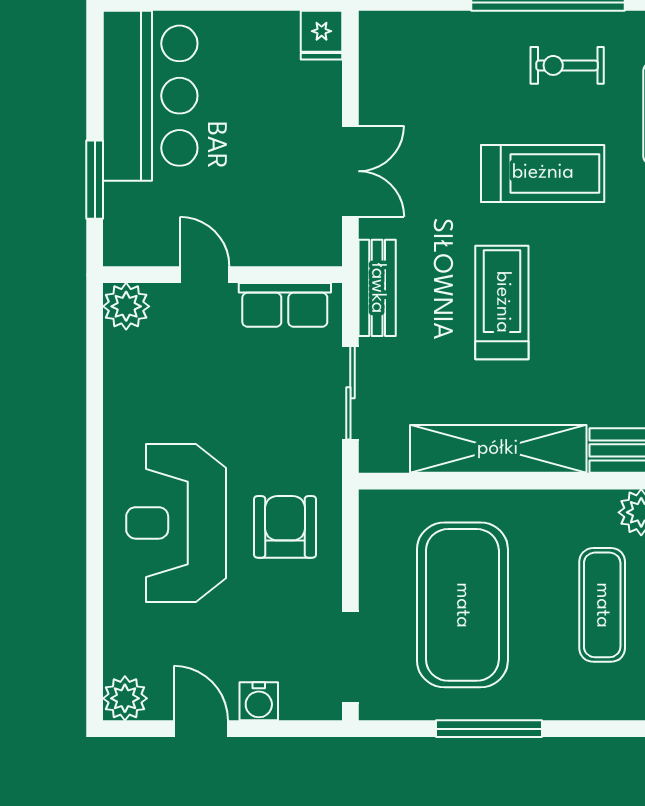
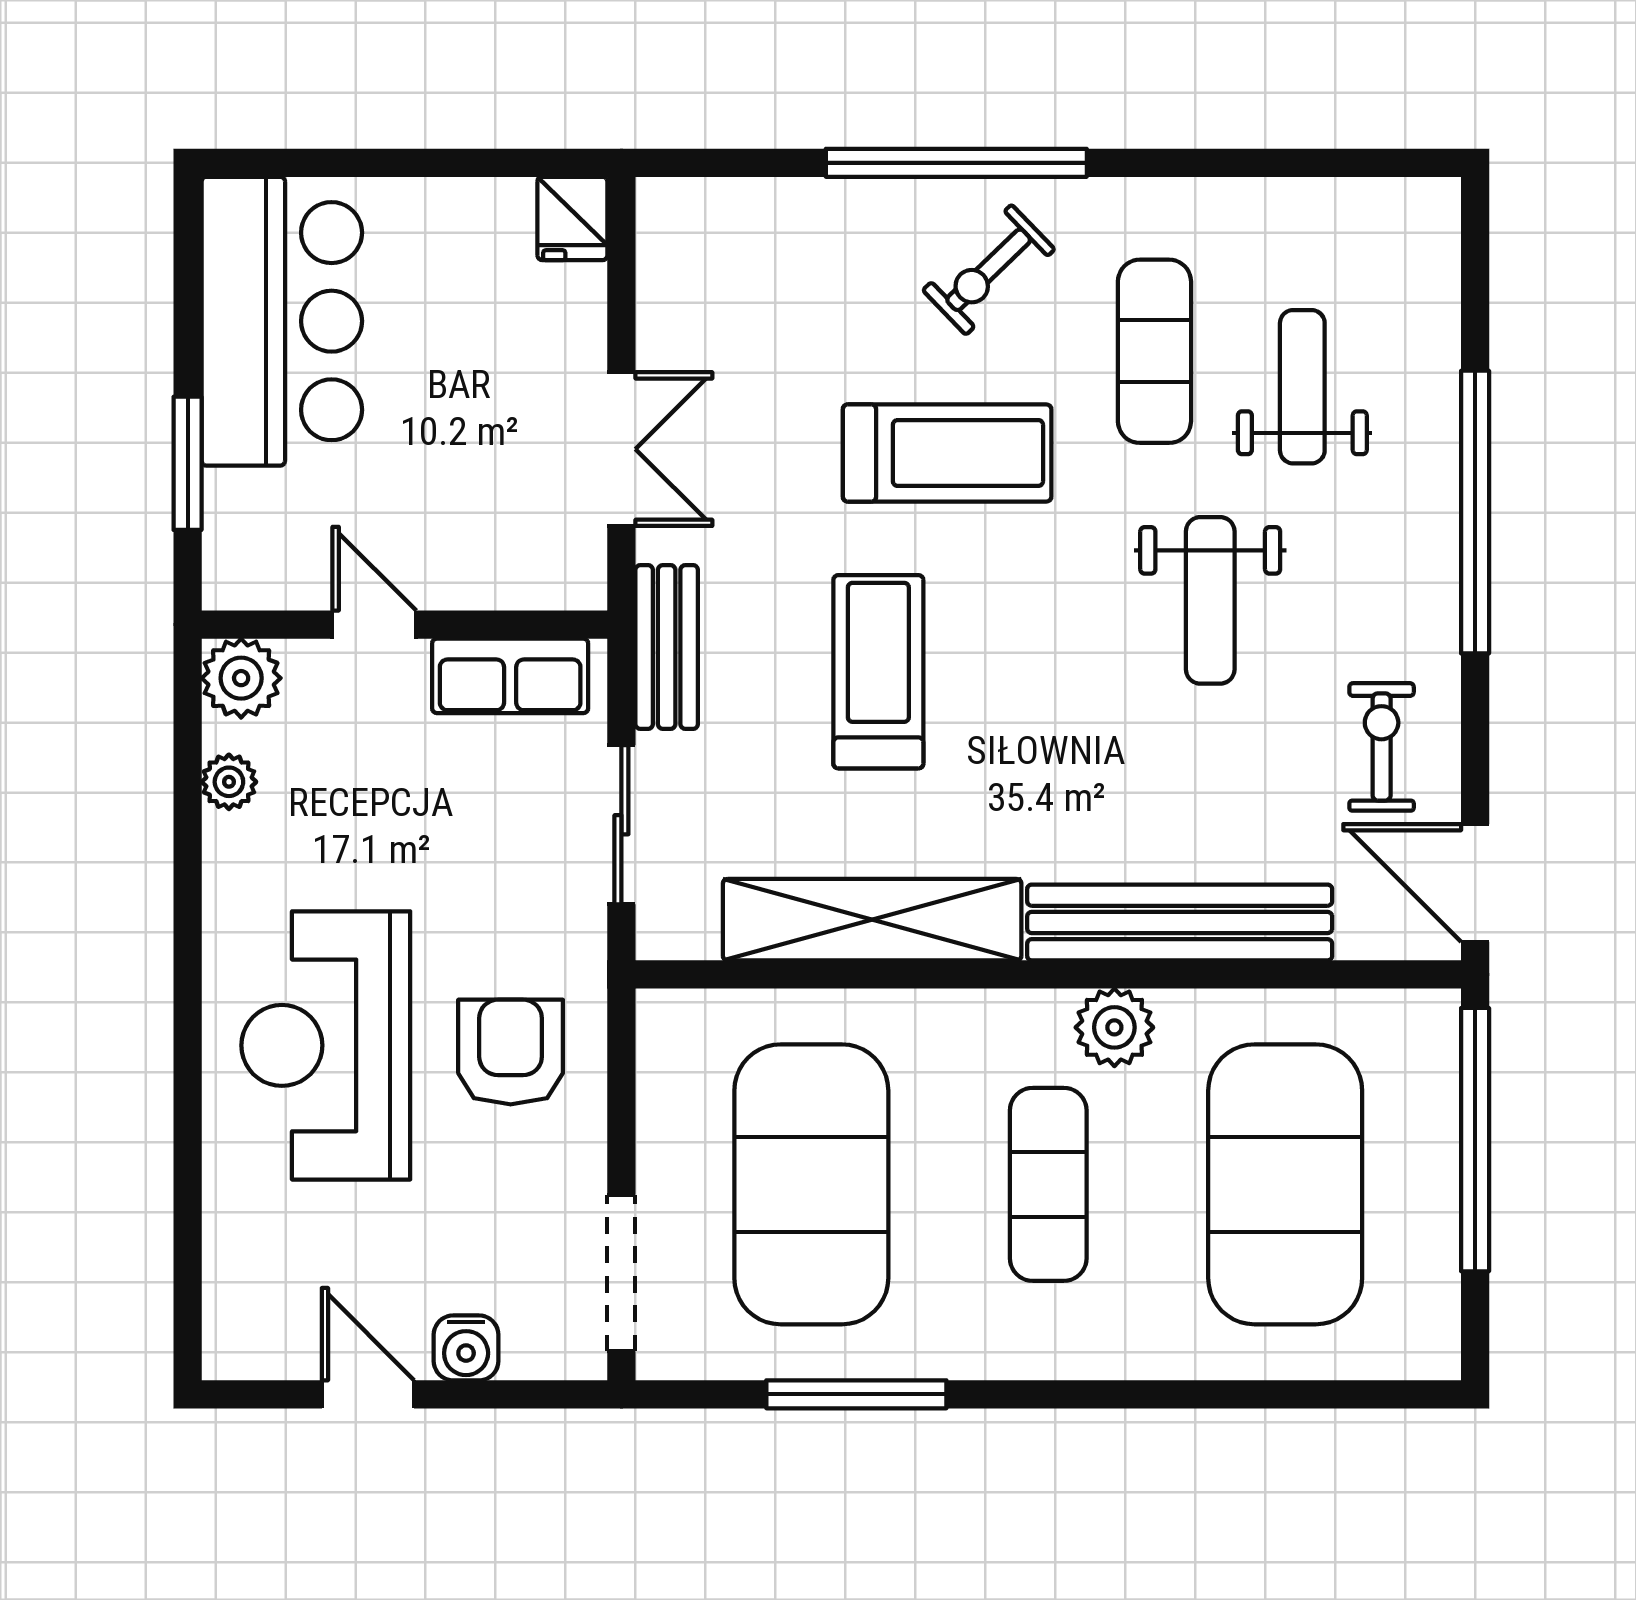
exercise bike: (567, 65) -> (989, 270), turned -44
plant: (125, 698) -> (229, 782), moved, width x0.73, depth x0.73

